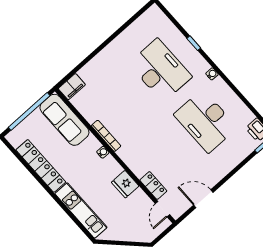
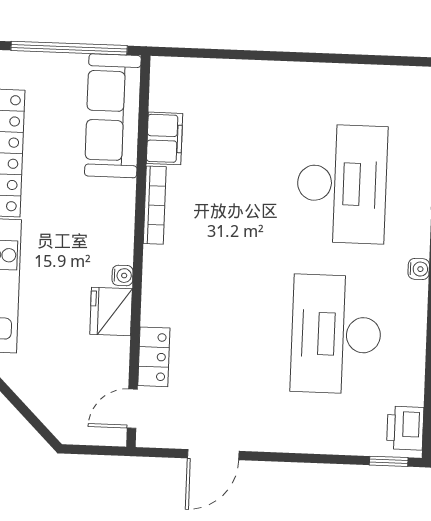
filing cabinet: (72, 87) -> (165, 138), moved, turned -90
water cooler: (103, 152) -> (123, 275), moved
door: (203, 199) -> (213, 455), swing flipped

